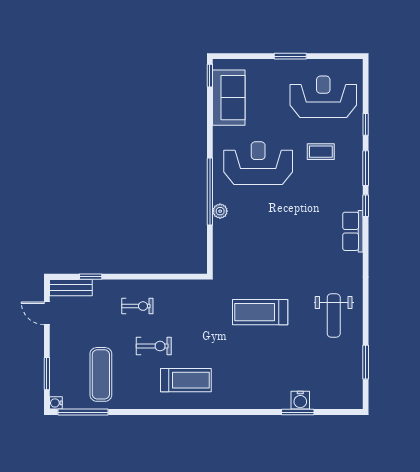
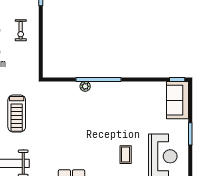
sofa: (229, 98) -> (178, 100), moved, turned 90
reception desk: (258, 163) -> (118, 112), removed
treadmill: (260, 312) -> (17, 113), turned 180

